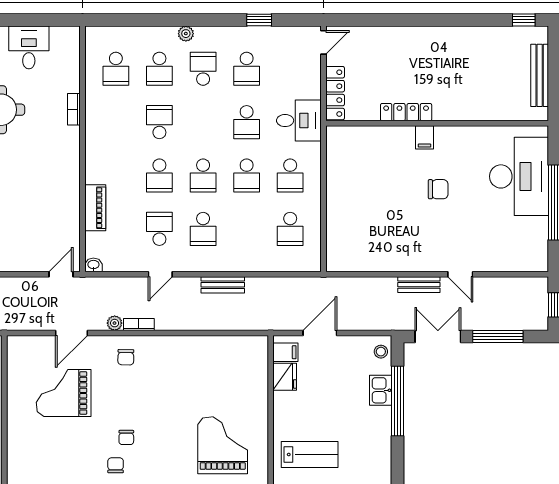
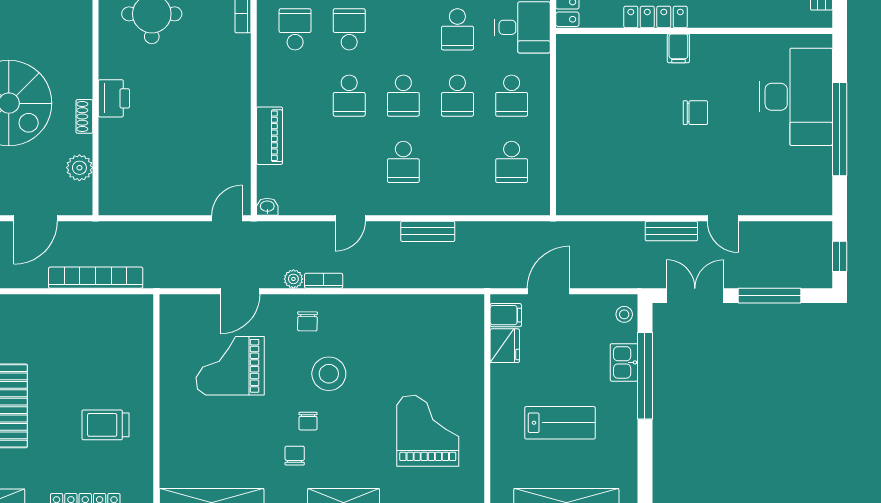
school desk: (159, 229) -> (295, 29), moved
stool: (143, 399) -> (329, 374), added
lab bench: (310, 455) -> (560, 423), moved

